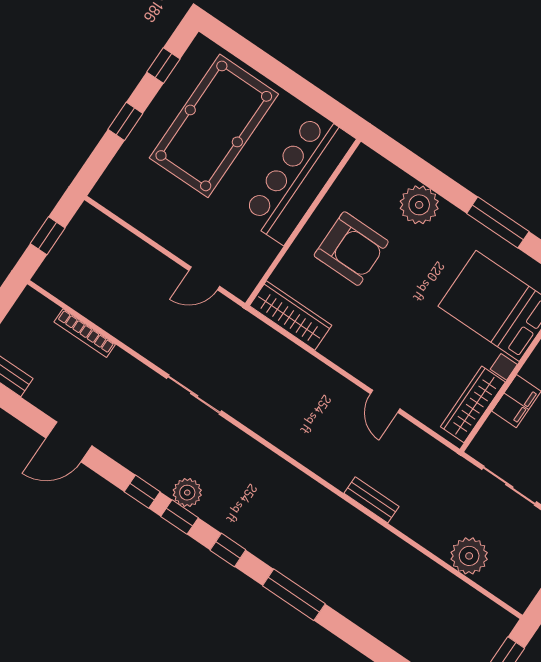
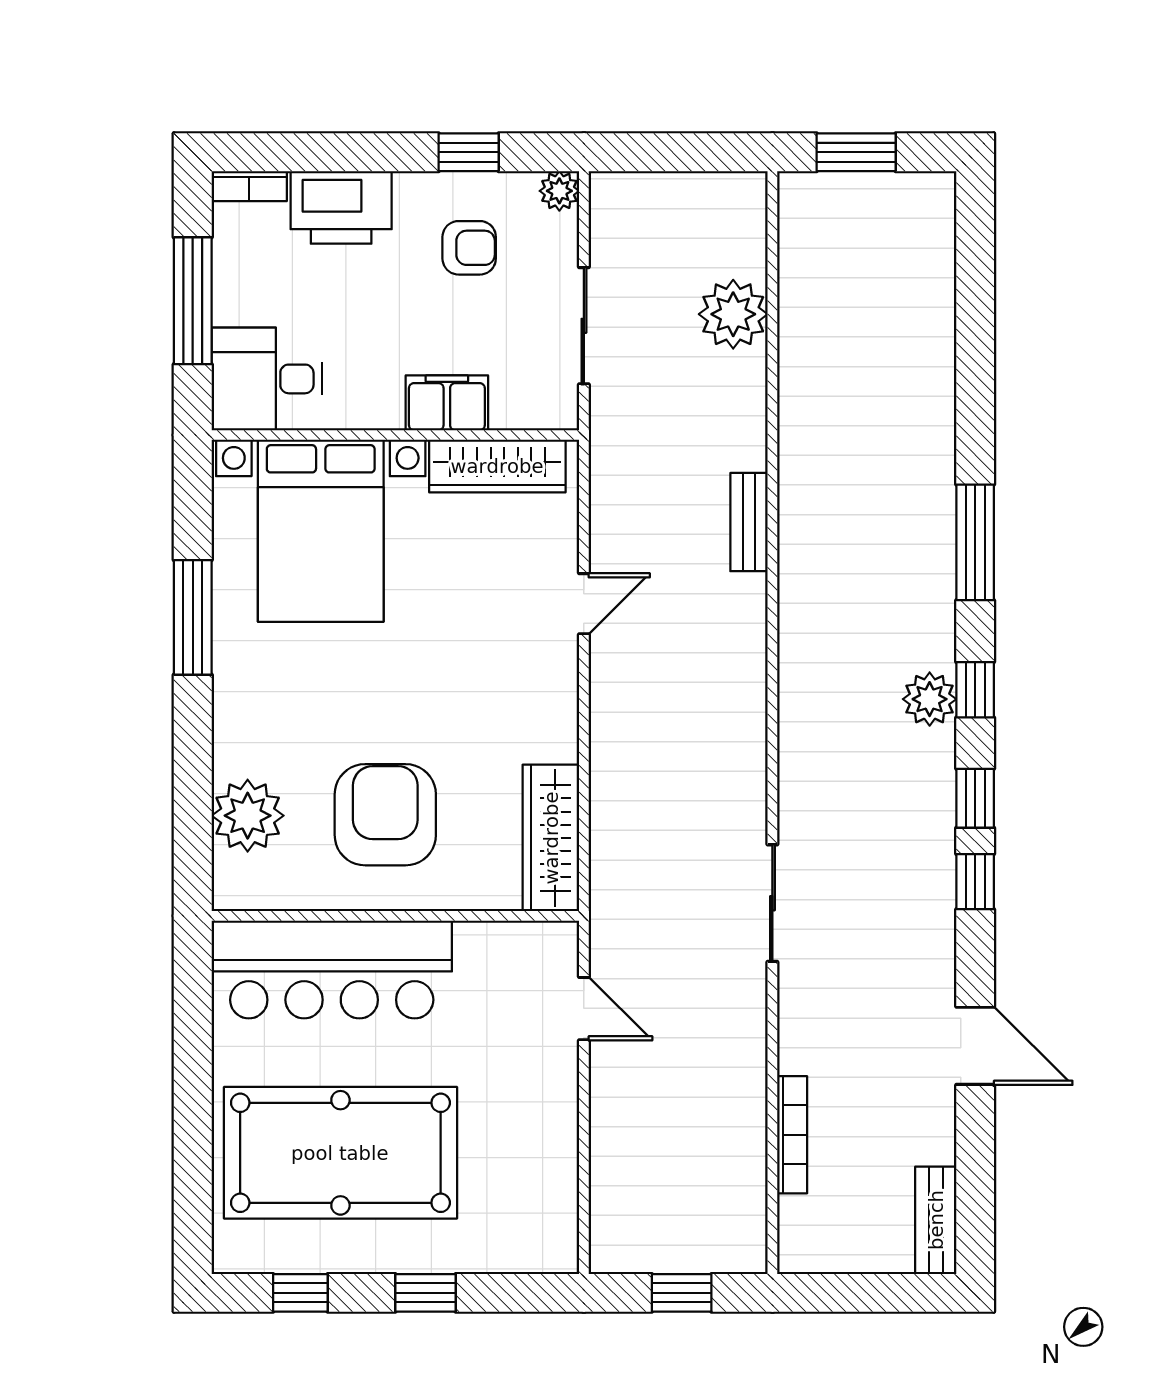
plant: (419, 205) -> (248, 816), moved
plant: (187, 493) -> (930, 699), moved

